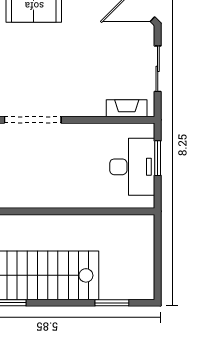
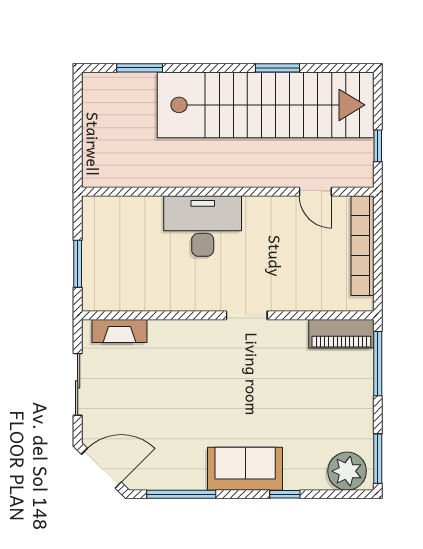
doorway: (33, 120) -> (247, 315), width x0.53
desk: (132, 167) -> (203, 226), moved, turned 90

